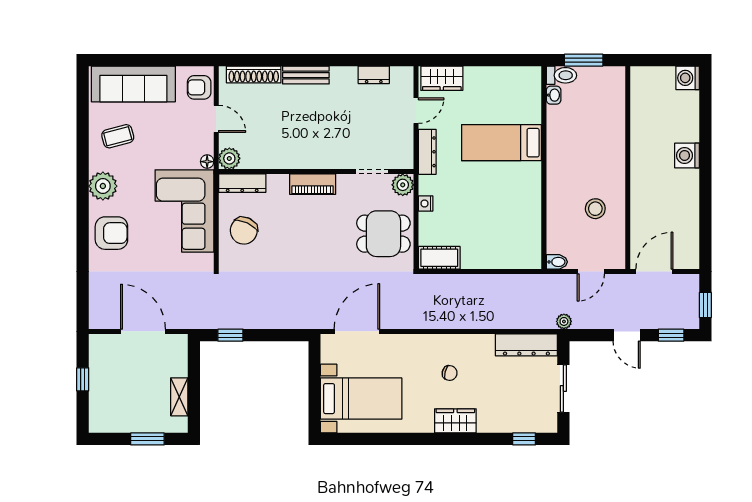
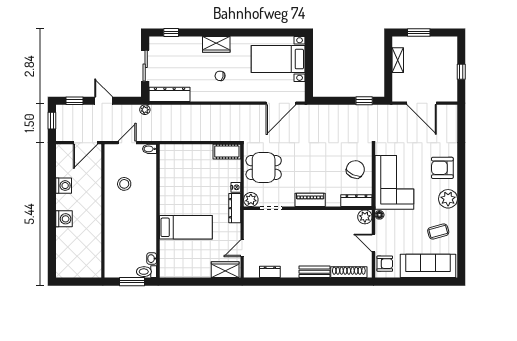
washing machine: (688, 78) -> (64, 186), moved
dresser: (427, 152) -> (235, 208), moved

